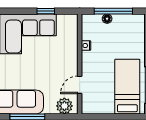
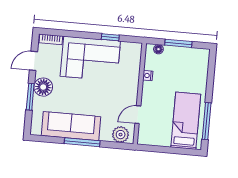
window: (113, 11) -> (178, 43), width x0.69
floor lamp: (107, 19) -> (158, 49), moved

